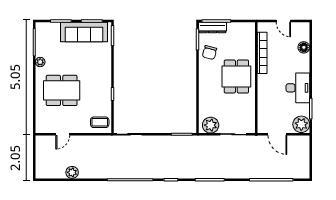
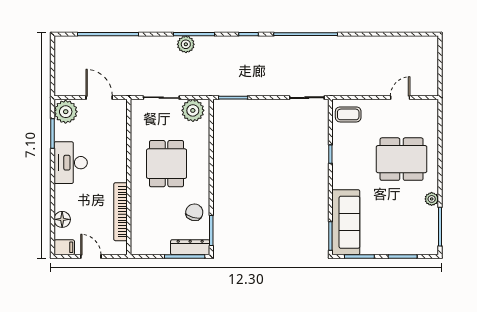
filing cabinet: (302, 28) -> (64, 247), added
sofa: (84, 32) -> (346, 222), moved, turned 90
dining table: (236, 76) -> (167, 164), moved
plant: (72, 172) -> (186, 44), moved

